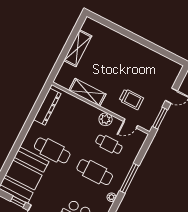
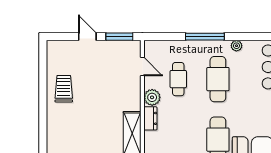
trolley: (131, 99) -> (64, 89), moved
dresser: (91, 111) -> (150, 118), added

